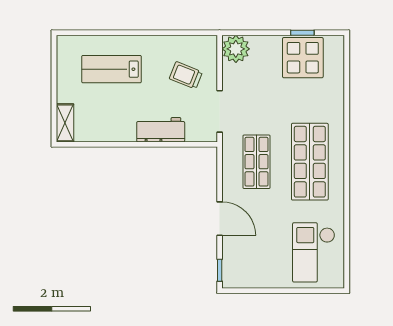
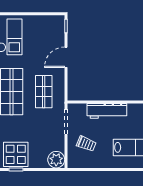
workbench: (161, 130) -> (107, 111), width x1.38
door: (220, 219) -> (66, 57), hinge flipped

